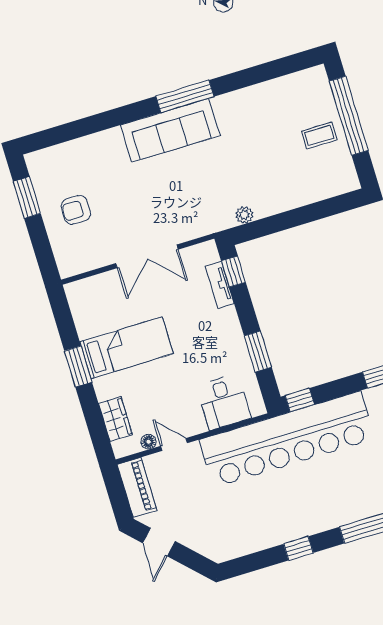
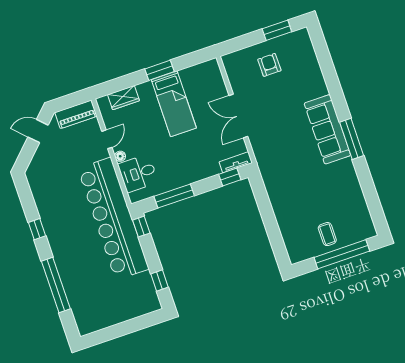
plant: (244, 215) -> (270, 183), removed
tv unit: (220, 285) -> (236, 162), moved
window: (258, 352) -> (174, 196), width x1.44
floor lamp: (149, 442) -> (120, 156), moved

